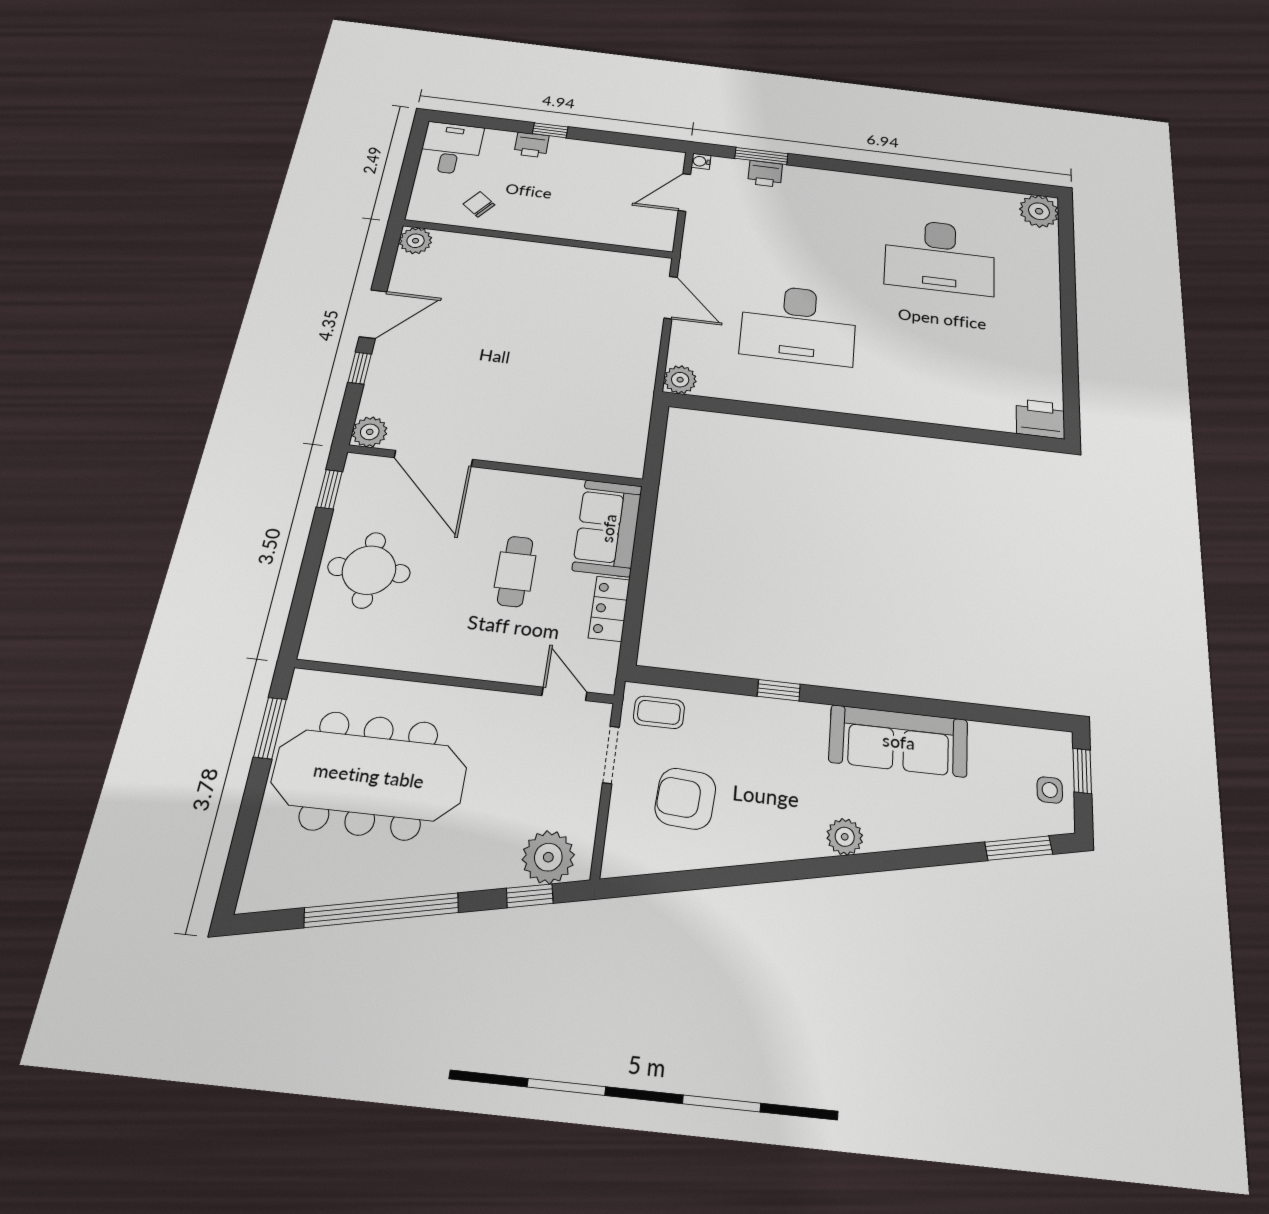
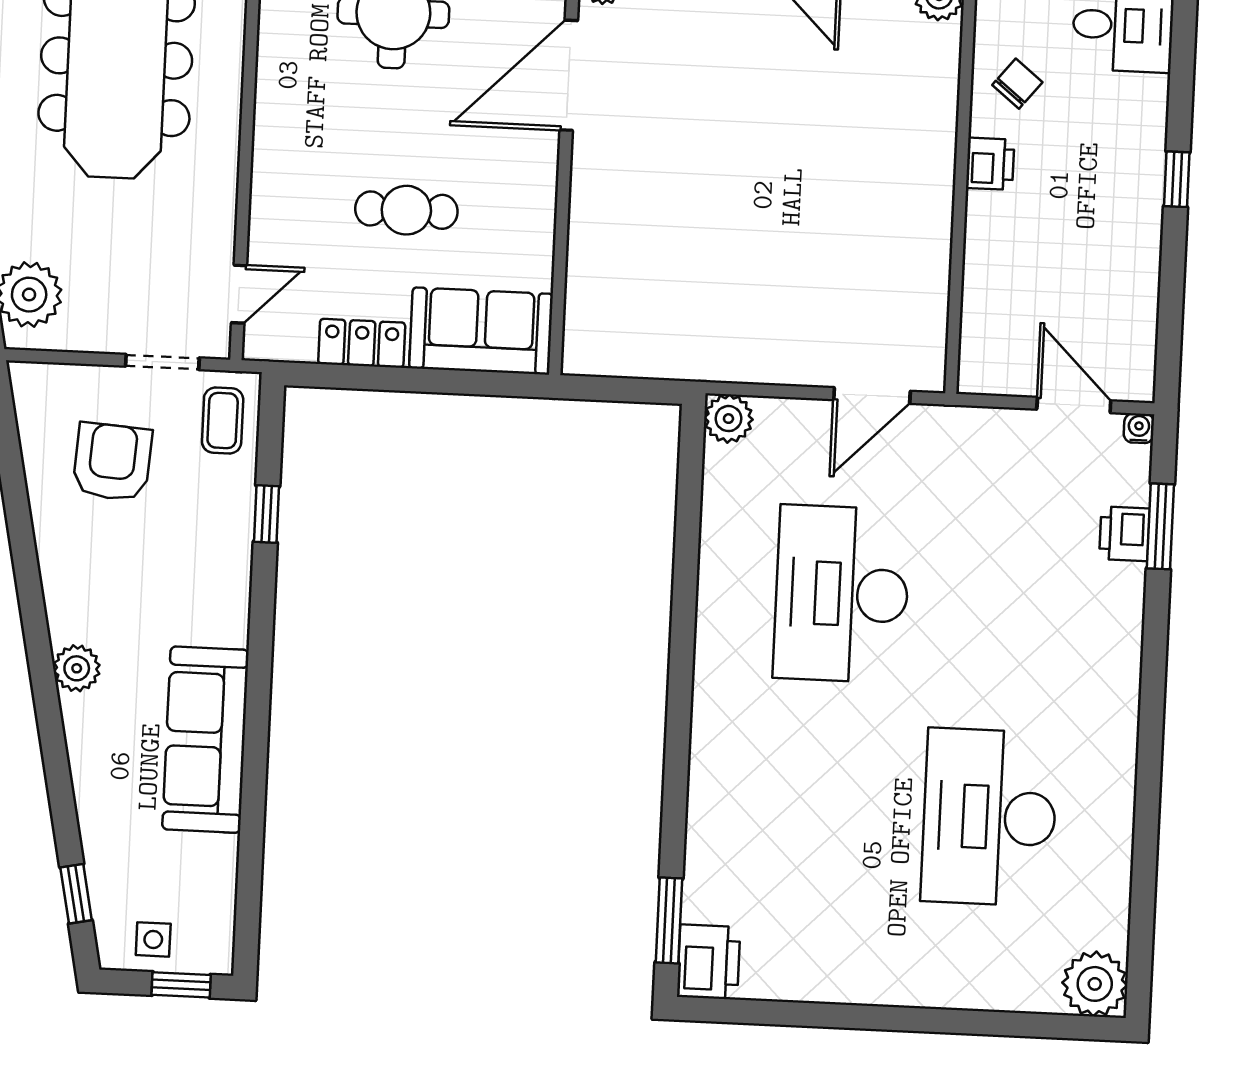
printer: (531, 145) -> (990, 164), moved, turned 180
window: (1015, 440) -> (669, 920), added
window: (779, 690) -> (267, 514), moved
window: (1019, 848) -> (76, 894), width x0.67

